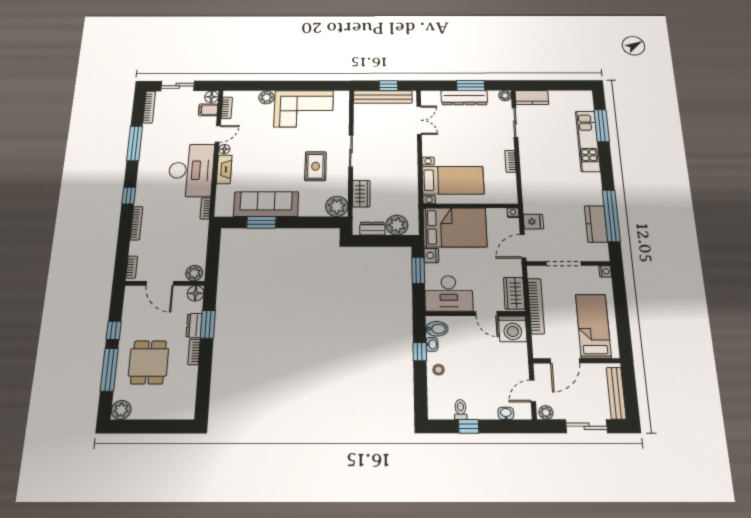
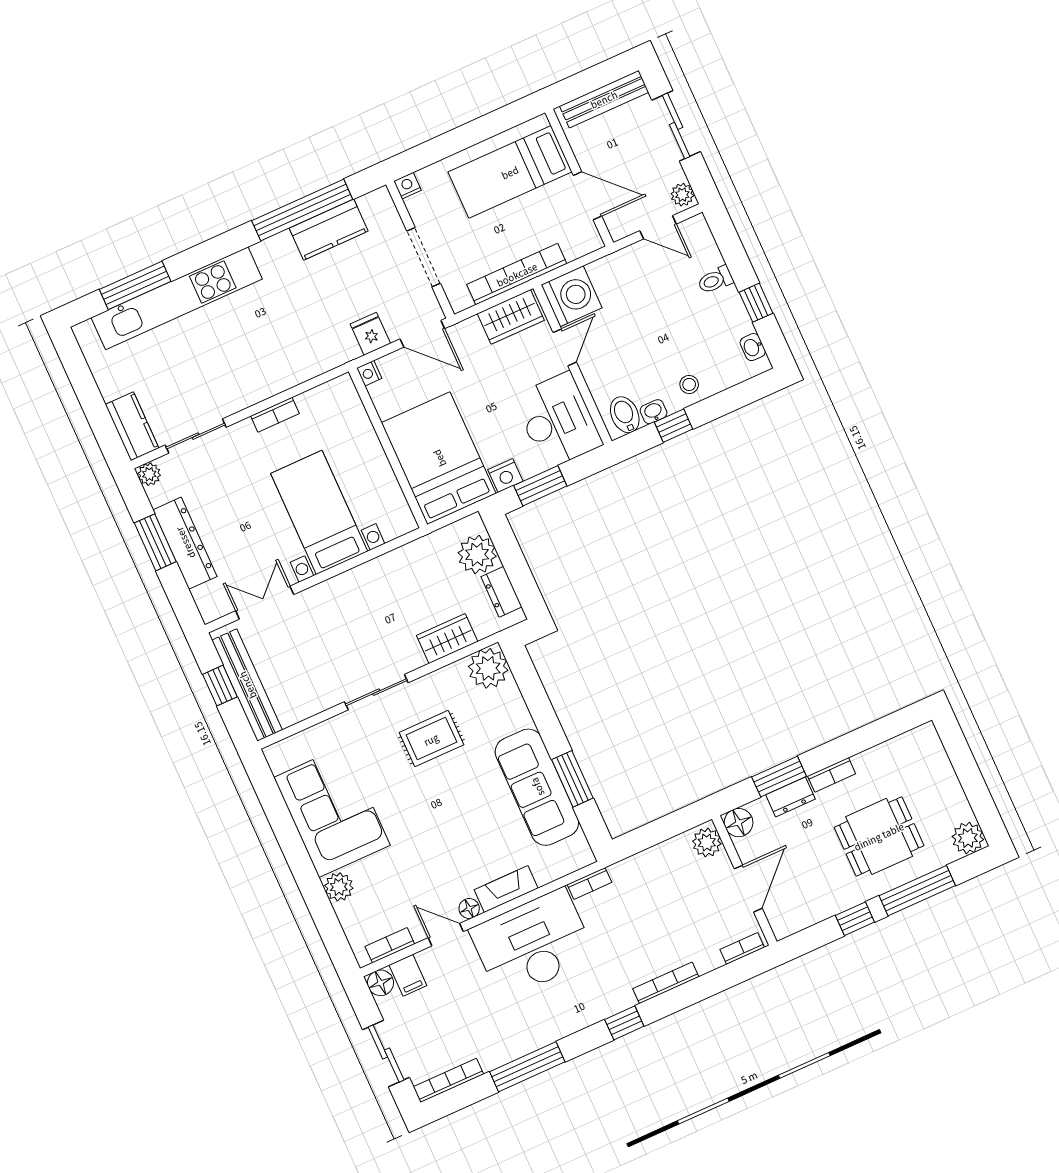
kitchen unit: (588, 141) -> (177, 298), width x1.36
bed with nightstands: (453, 180) -> (319, 512), moved
toilet: (461, 409) -> (715, 280), moved
washbasin: (506, 413) -> (753, 347), moved

